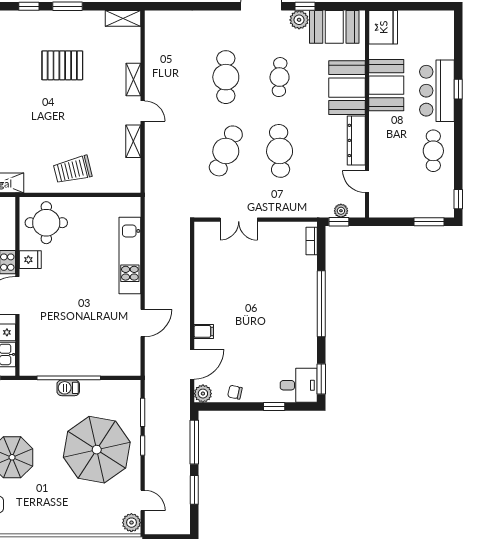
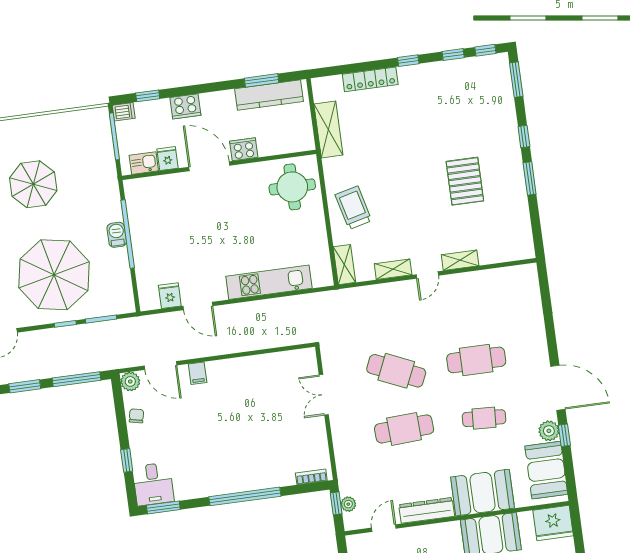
shelving: (123, 18) -> (344, 265), moved
fridge: (30, 260) -> (170, 296), moved, turned 180

